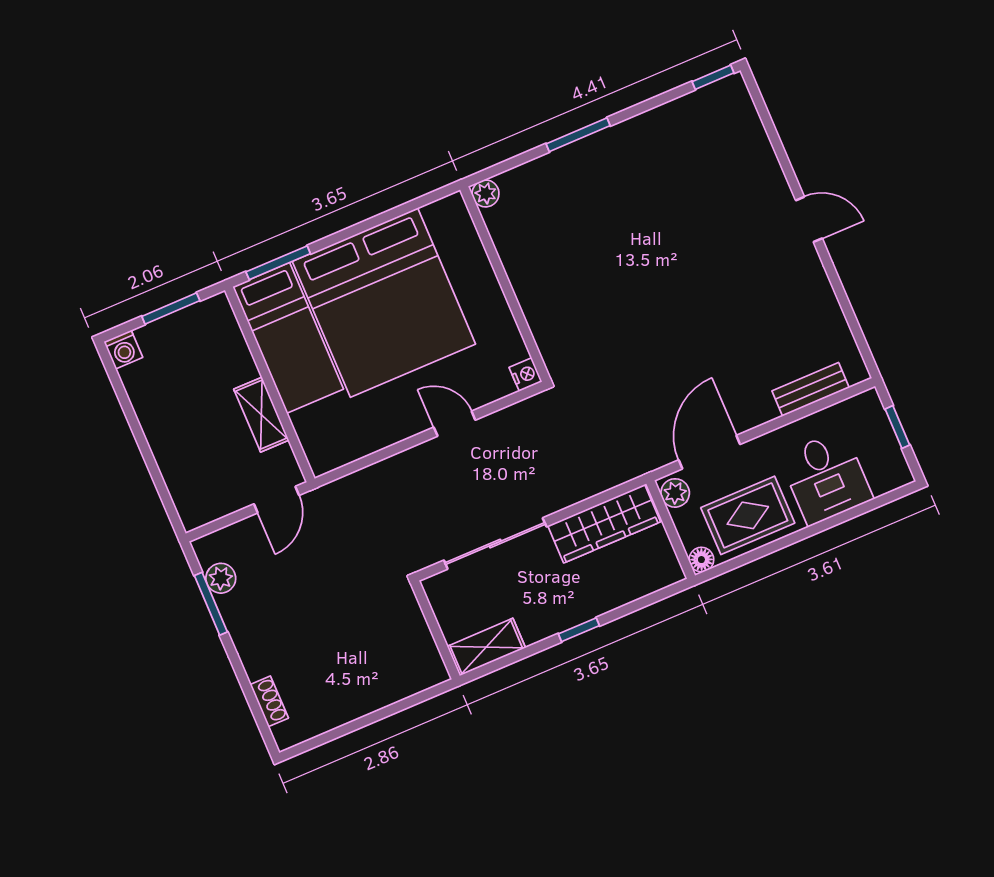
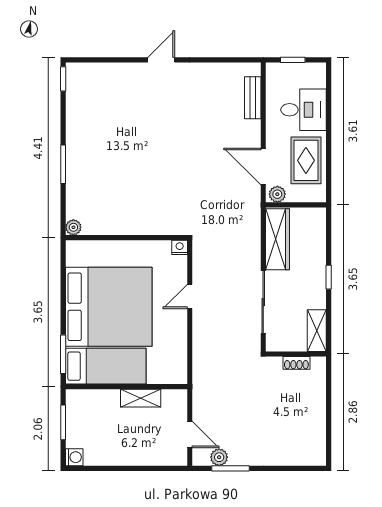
door: (276, 500) -> (190, 434), moved
floor lamp: (701, 560) -> (319, 195), removed
shoe rack: (269, 701) -> (296, 363), moved, turned 180

